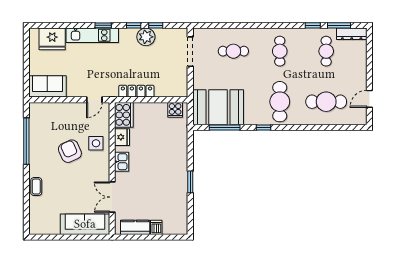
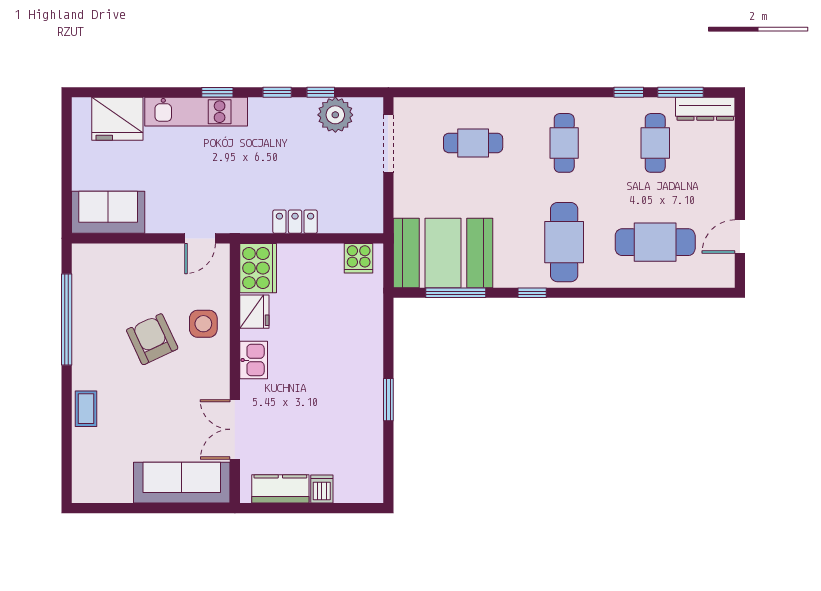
plant: (146, 37) -> (335, 115), moved
locker: (136, 91) -> (295, 222), width x0.66

